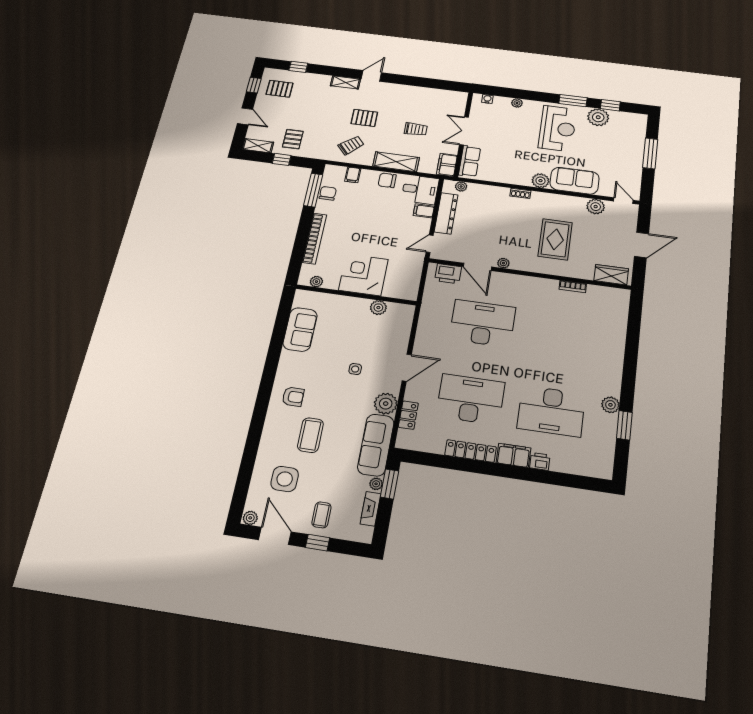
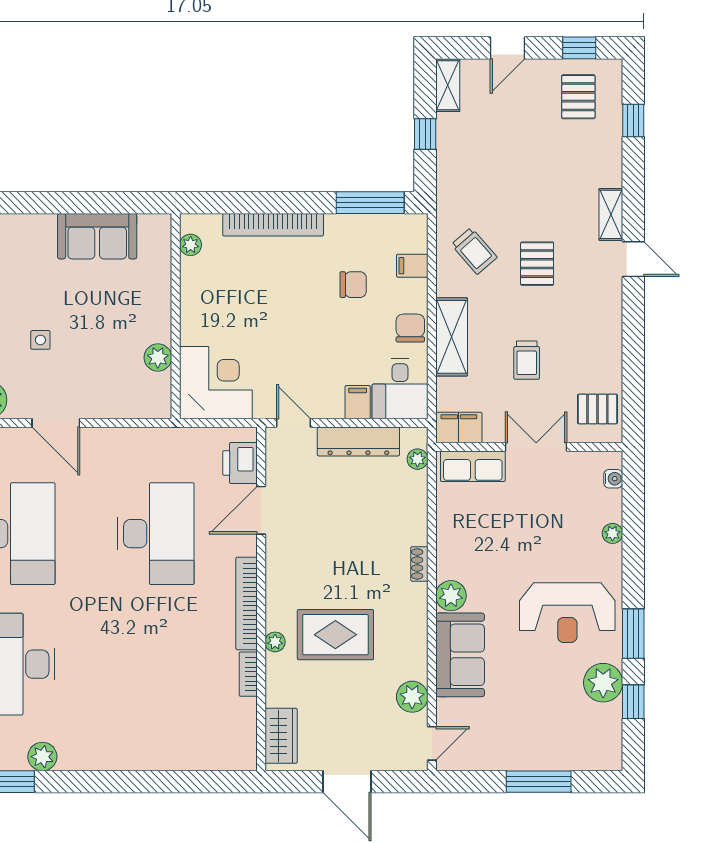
pallet: (293, 139) -> (597, 409), moved
chair: (328, 193) -> (353, 285), moved
plant: (503, 263) -> (275, 642), moved
corner desk: (363, 275) -> (216, 383), moved
bookcase: (531, 282) -> (247, 603), added

